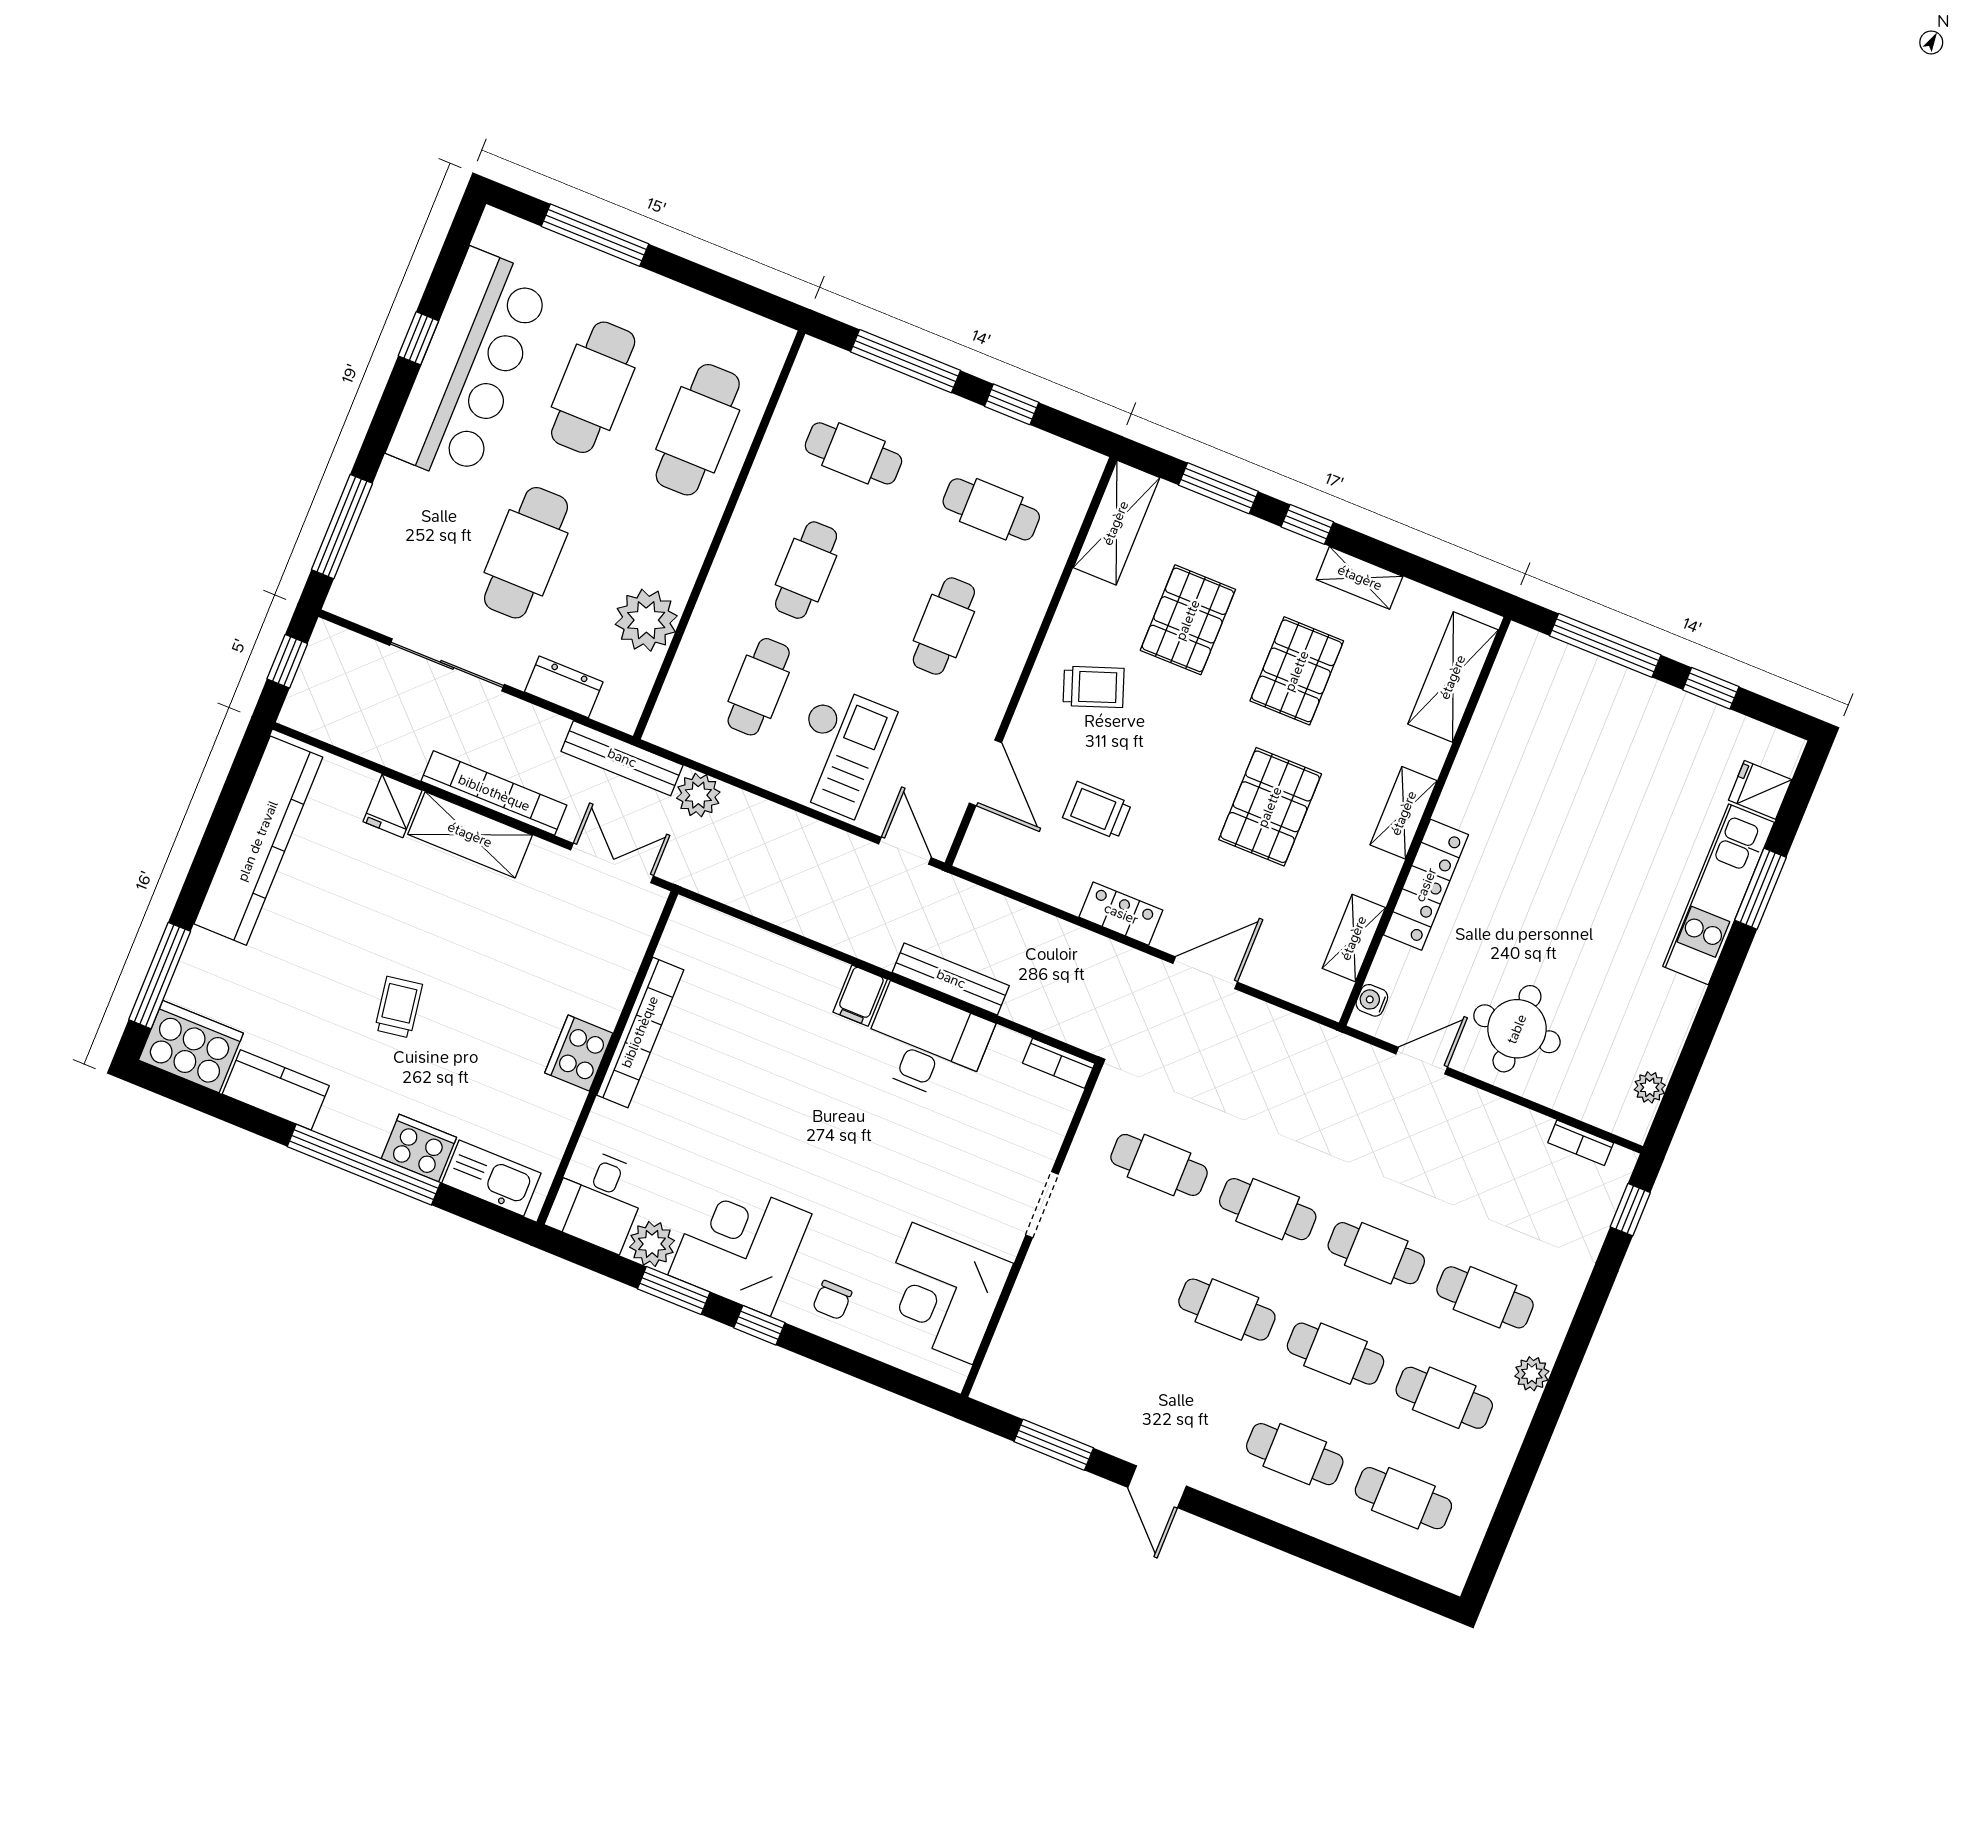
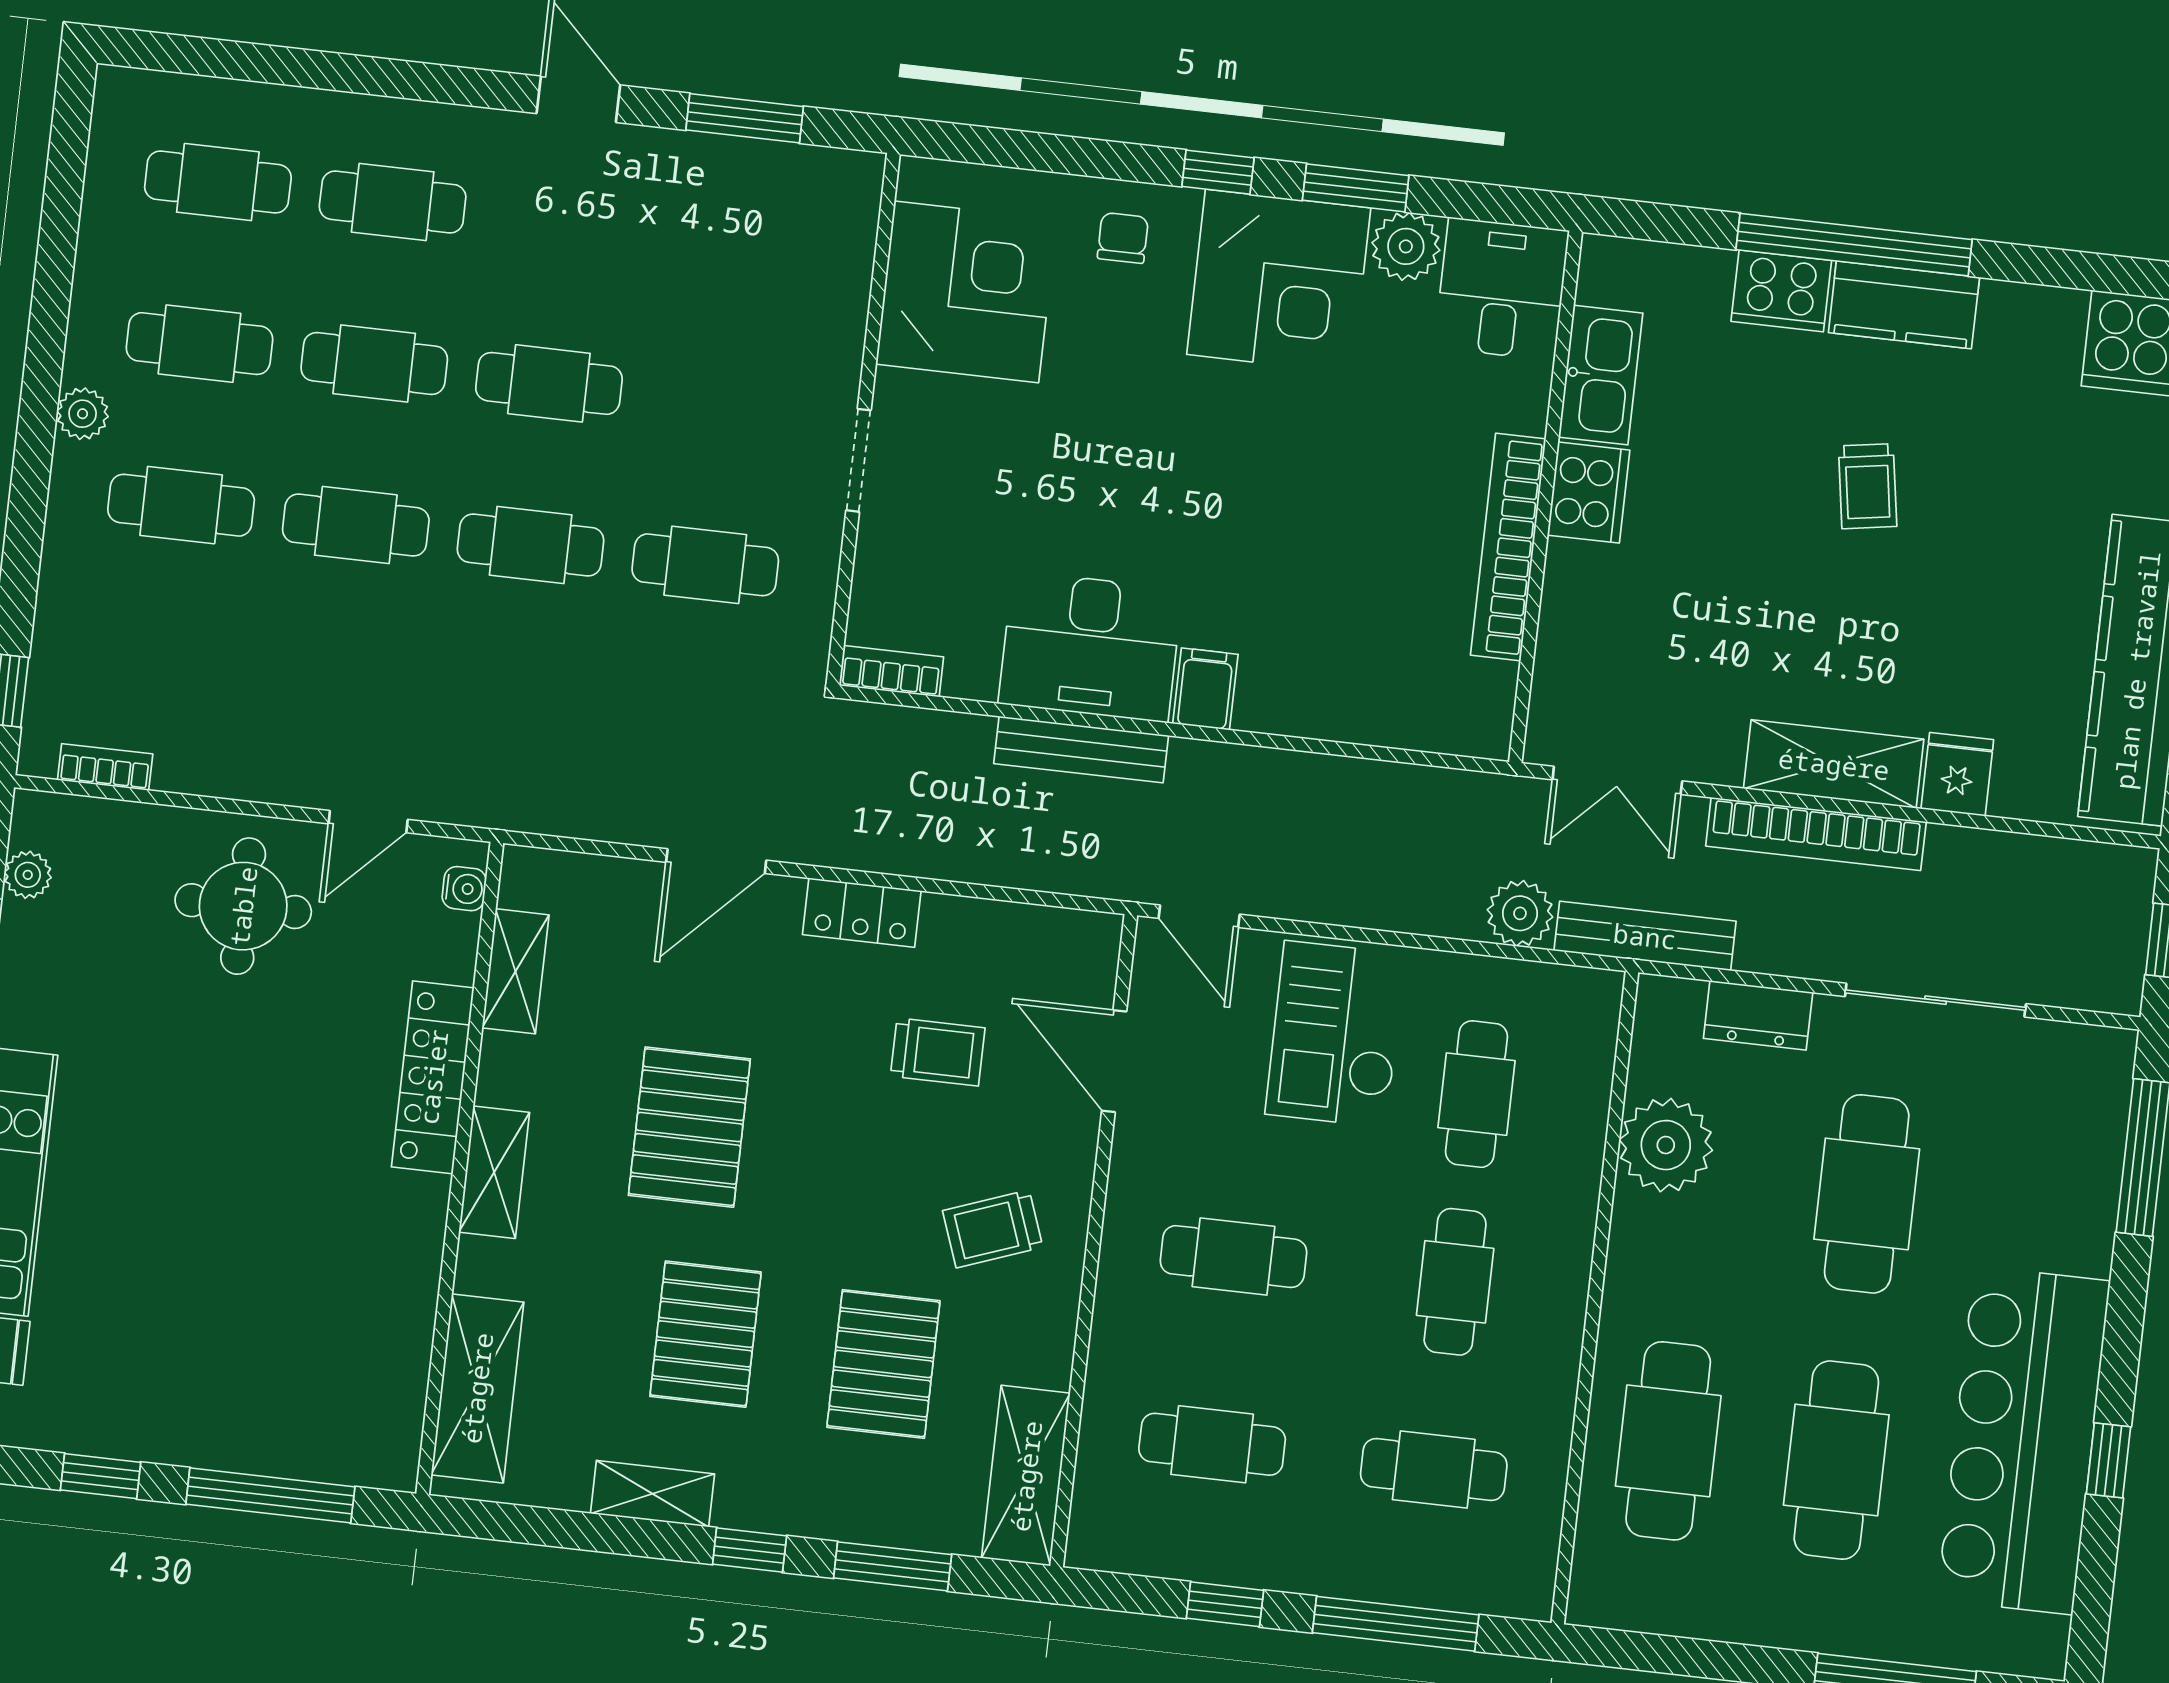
cafe table: (944, 626) -> (1233, 1257), turned 90
kitchen counter: (276, 1090) -> (1904, 305), moved
kitchen sink: (491, 1178) -> (1601, 375), moved, turned -90

